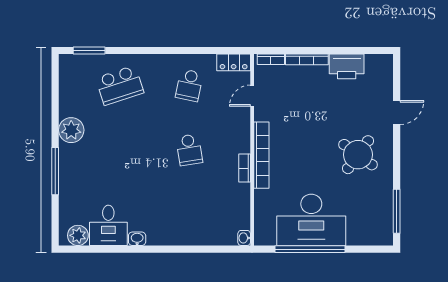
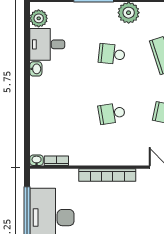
school desk: (120, 150) -> (112, 54), added
bookcase: (245, 168) -> (56, 161), moved

